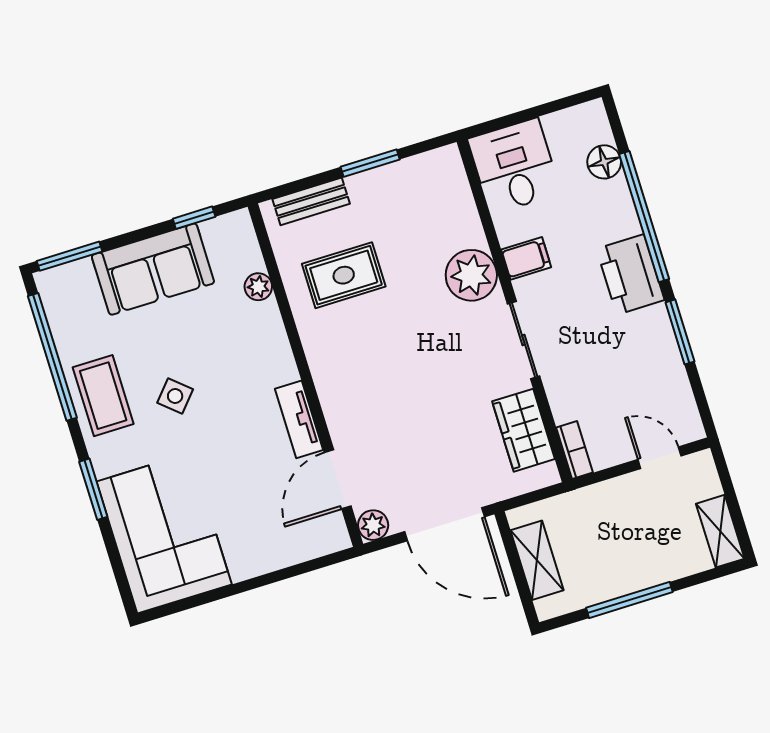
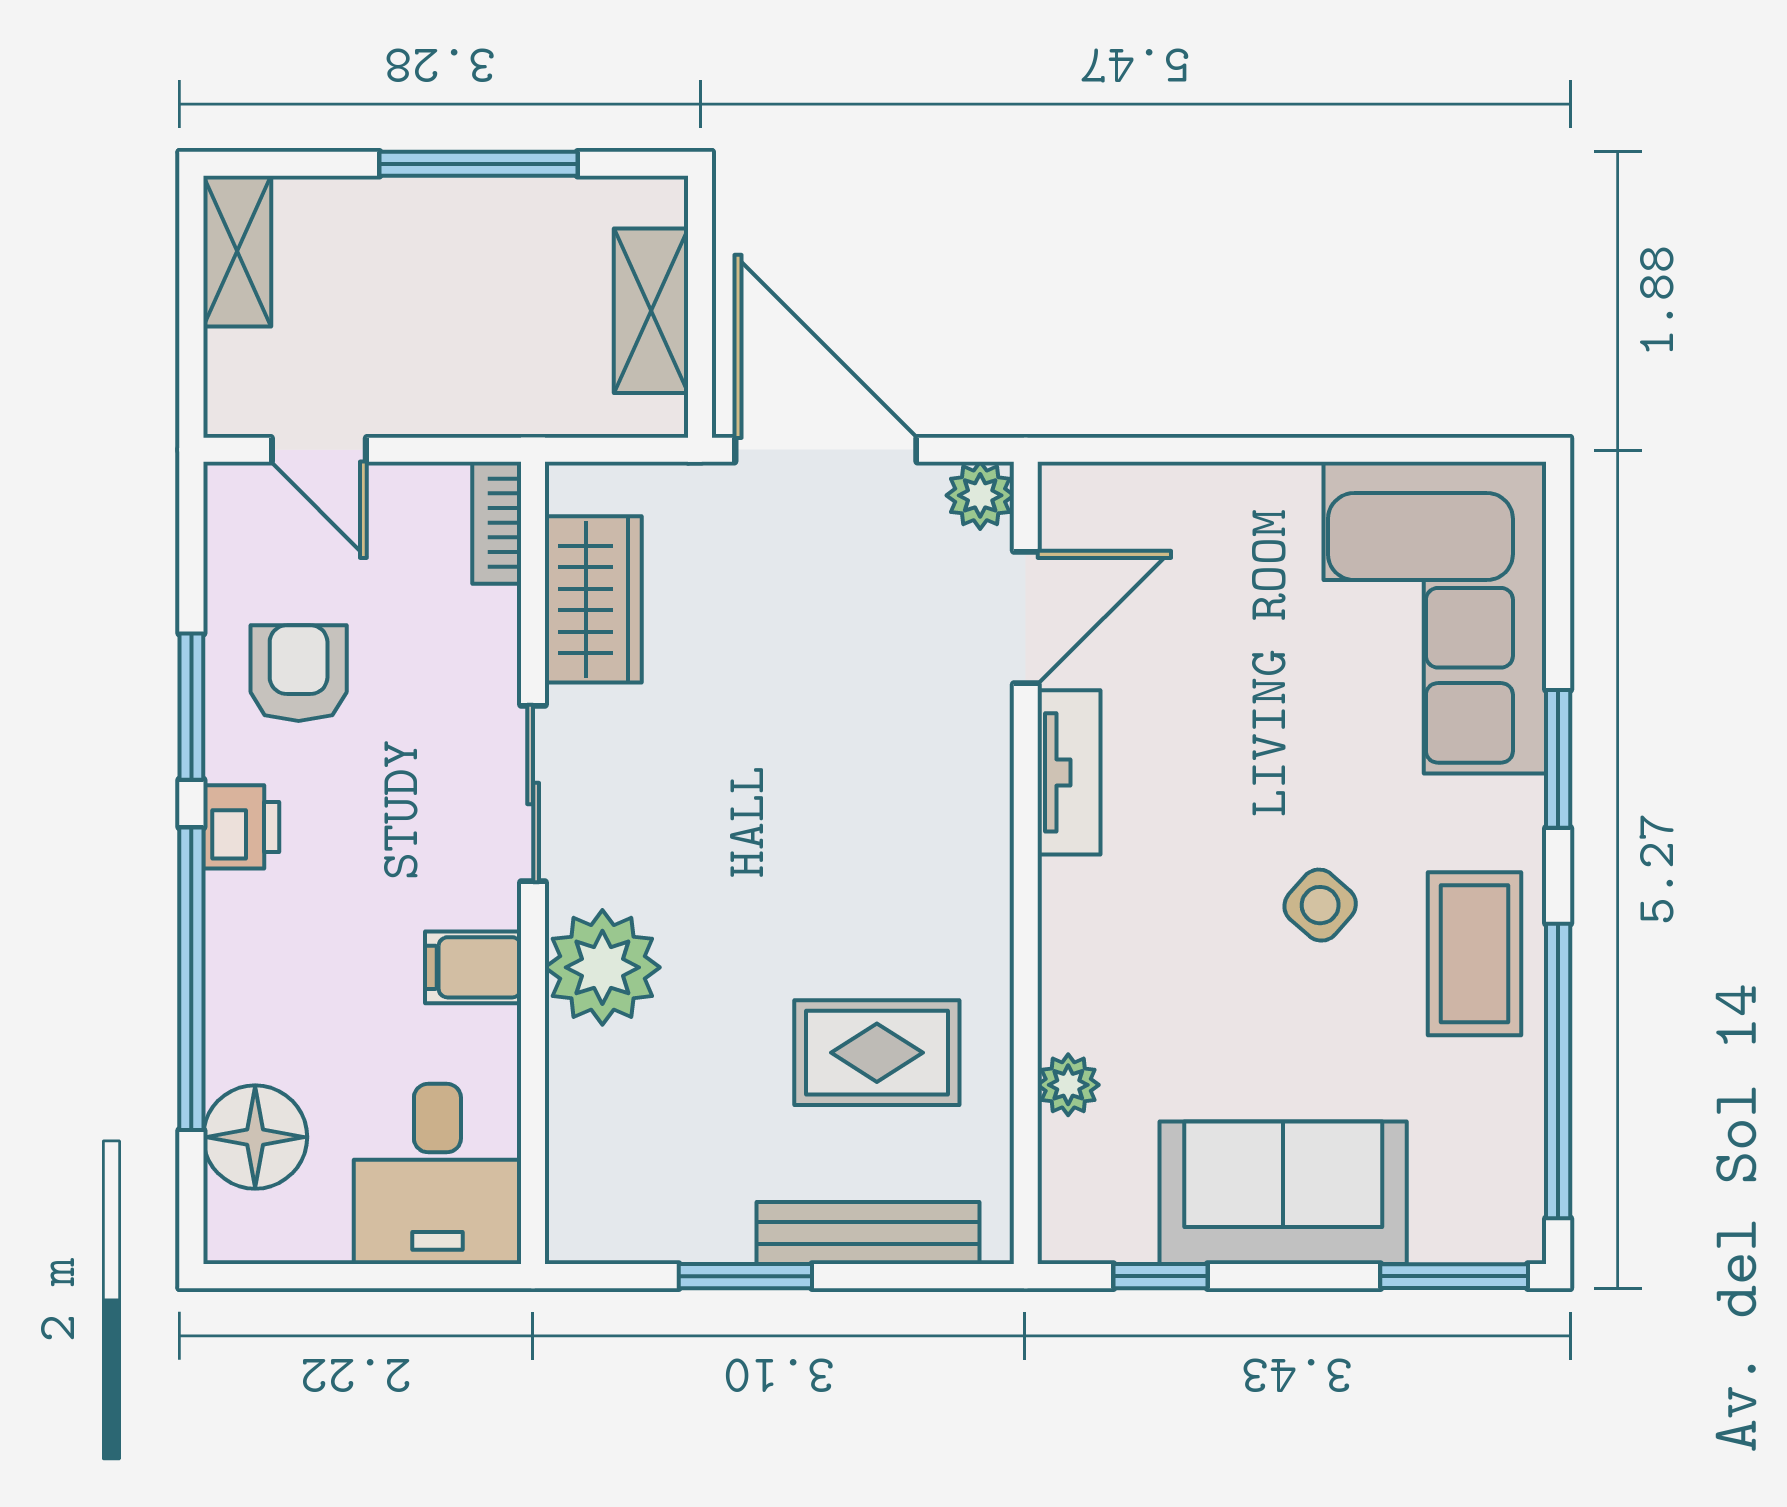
floor lamp: (604, 162) -> (255, 1137), width x1.38, depth x1.38
bench: (311, 201) -> (868, 1233), width x1.36
printer: (630, 274) -> (241, 827), width x0.53, depth x0.68
armchair: (639, 360) -> (299, 673), added

